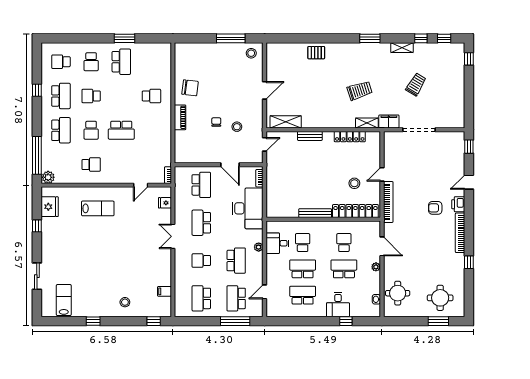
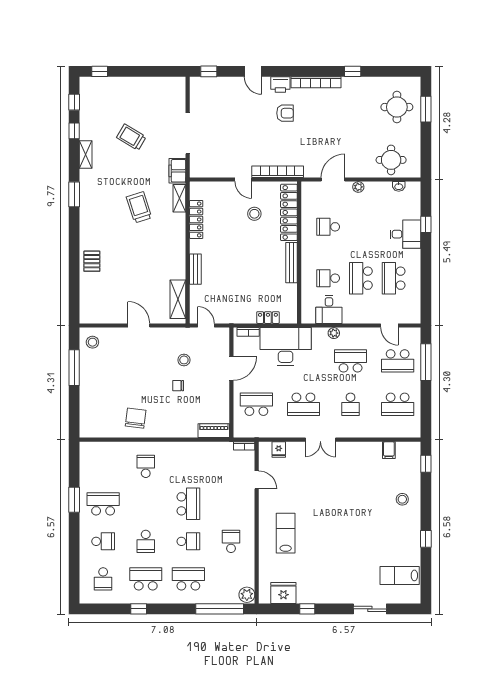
piano: (180, 117) -> (214, 431), moved
locker: (271, 194) -> (268, 318), added
armchair: (435, 208) -> (285, 113), turned -90
school desk: (344, 269) -> (361, 227), removed

